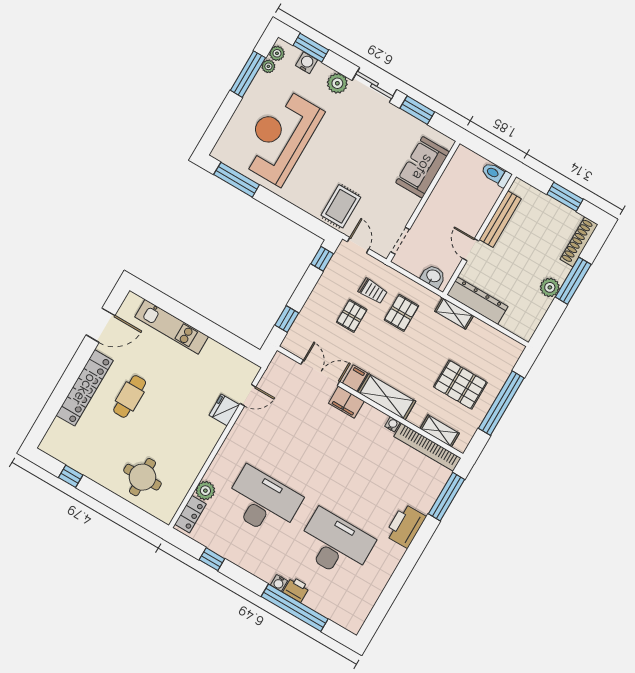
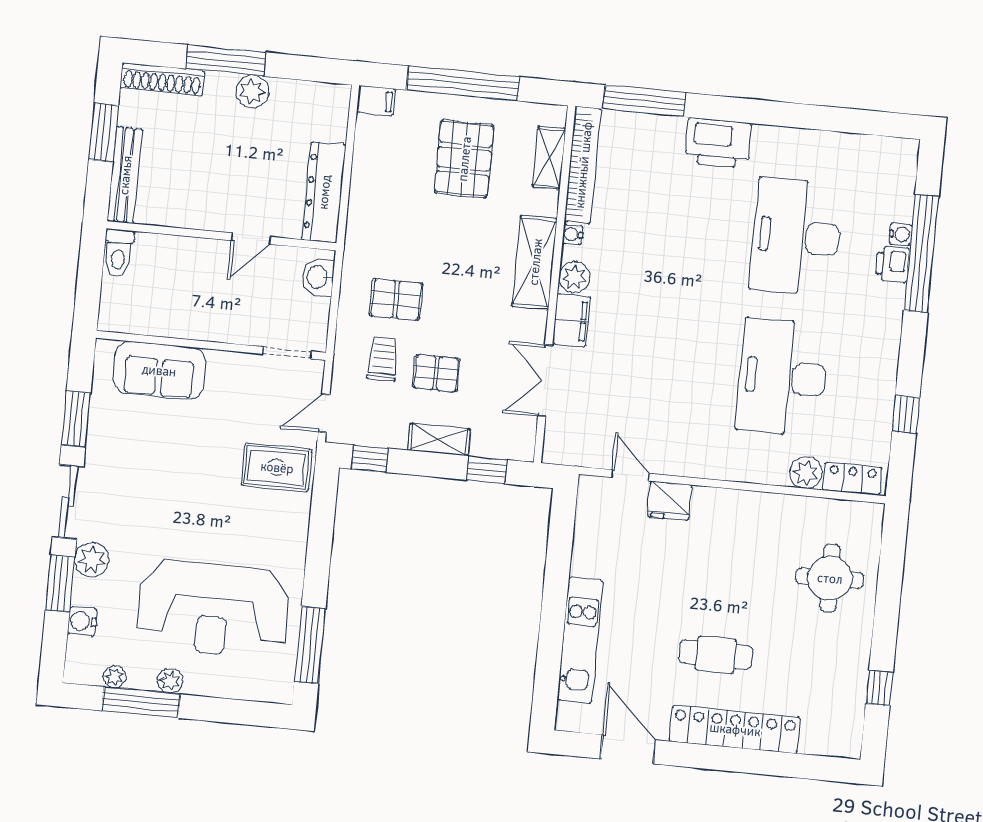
window: (311, 48) -> (60, 583), moved
plant: (277, 53) -> (170, 681), moved
bench: (500, 219) -> (125, 175), moved, turned 90
shelving: (454, 313) -> (439, 440), moved, turned 90
filing cabinet: (355, 378) -> (376, 101), moved, turned 180
plant: (369, 415) -> (574, 277), added
water cooler: (279, 583) -> (900, 234), moved

